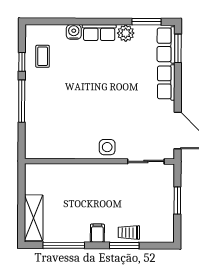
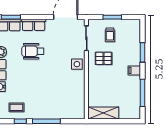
wheelchair: (127, 81) -> (33, 51), added
pallet: (116, 187) -> (104, 58), added
shelving: (34, 218) -> (103, 113), moved
trolley: (129, 233) -> (110, 35), moved

